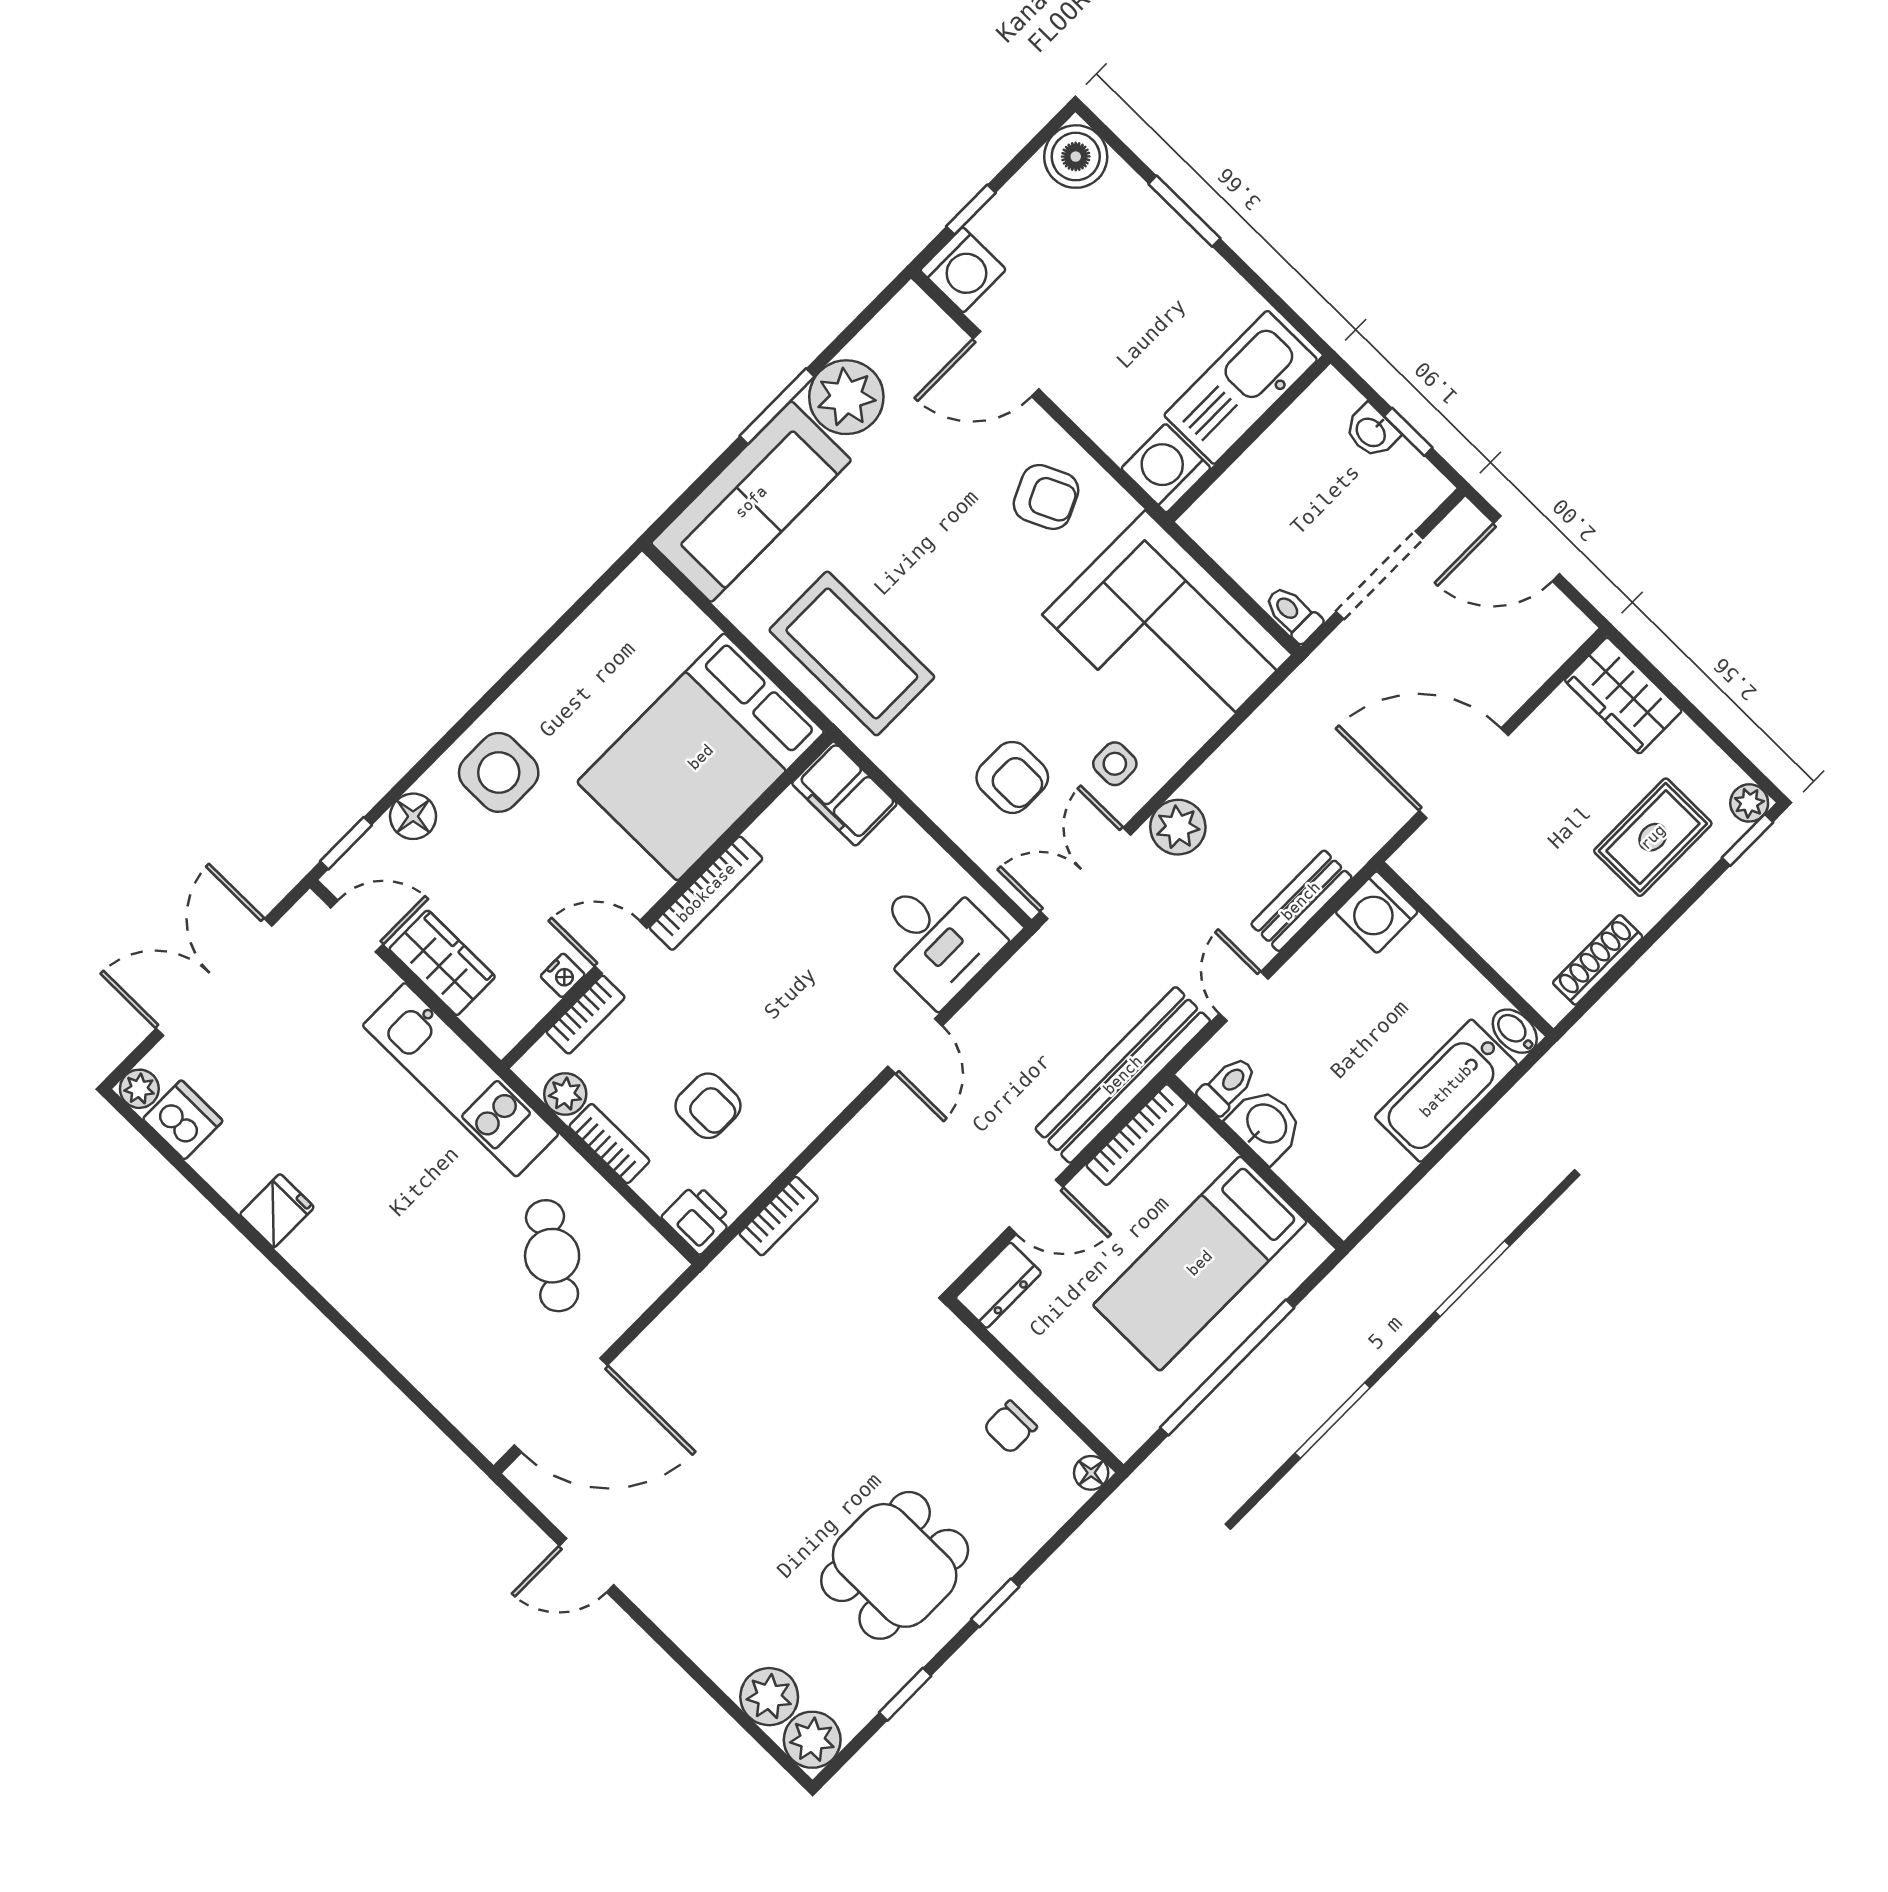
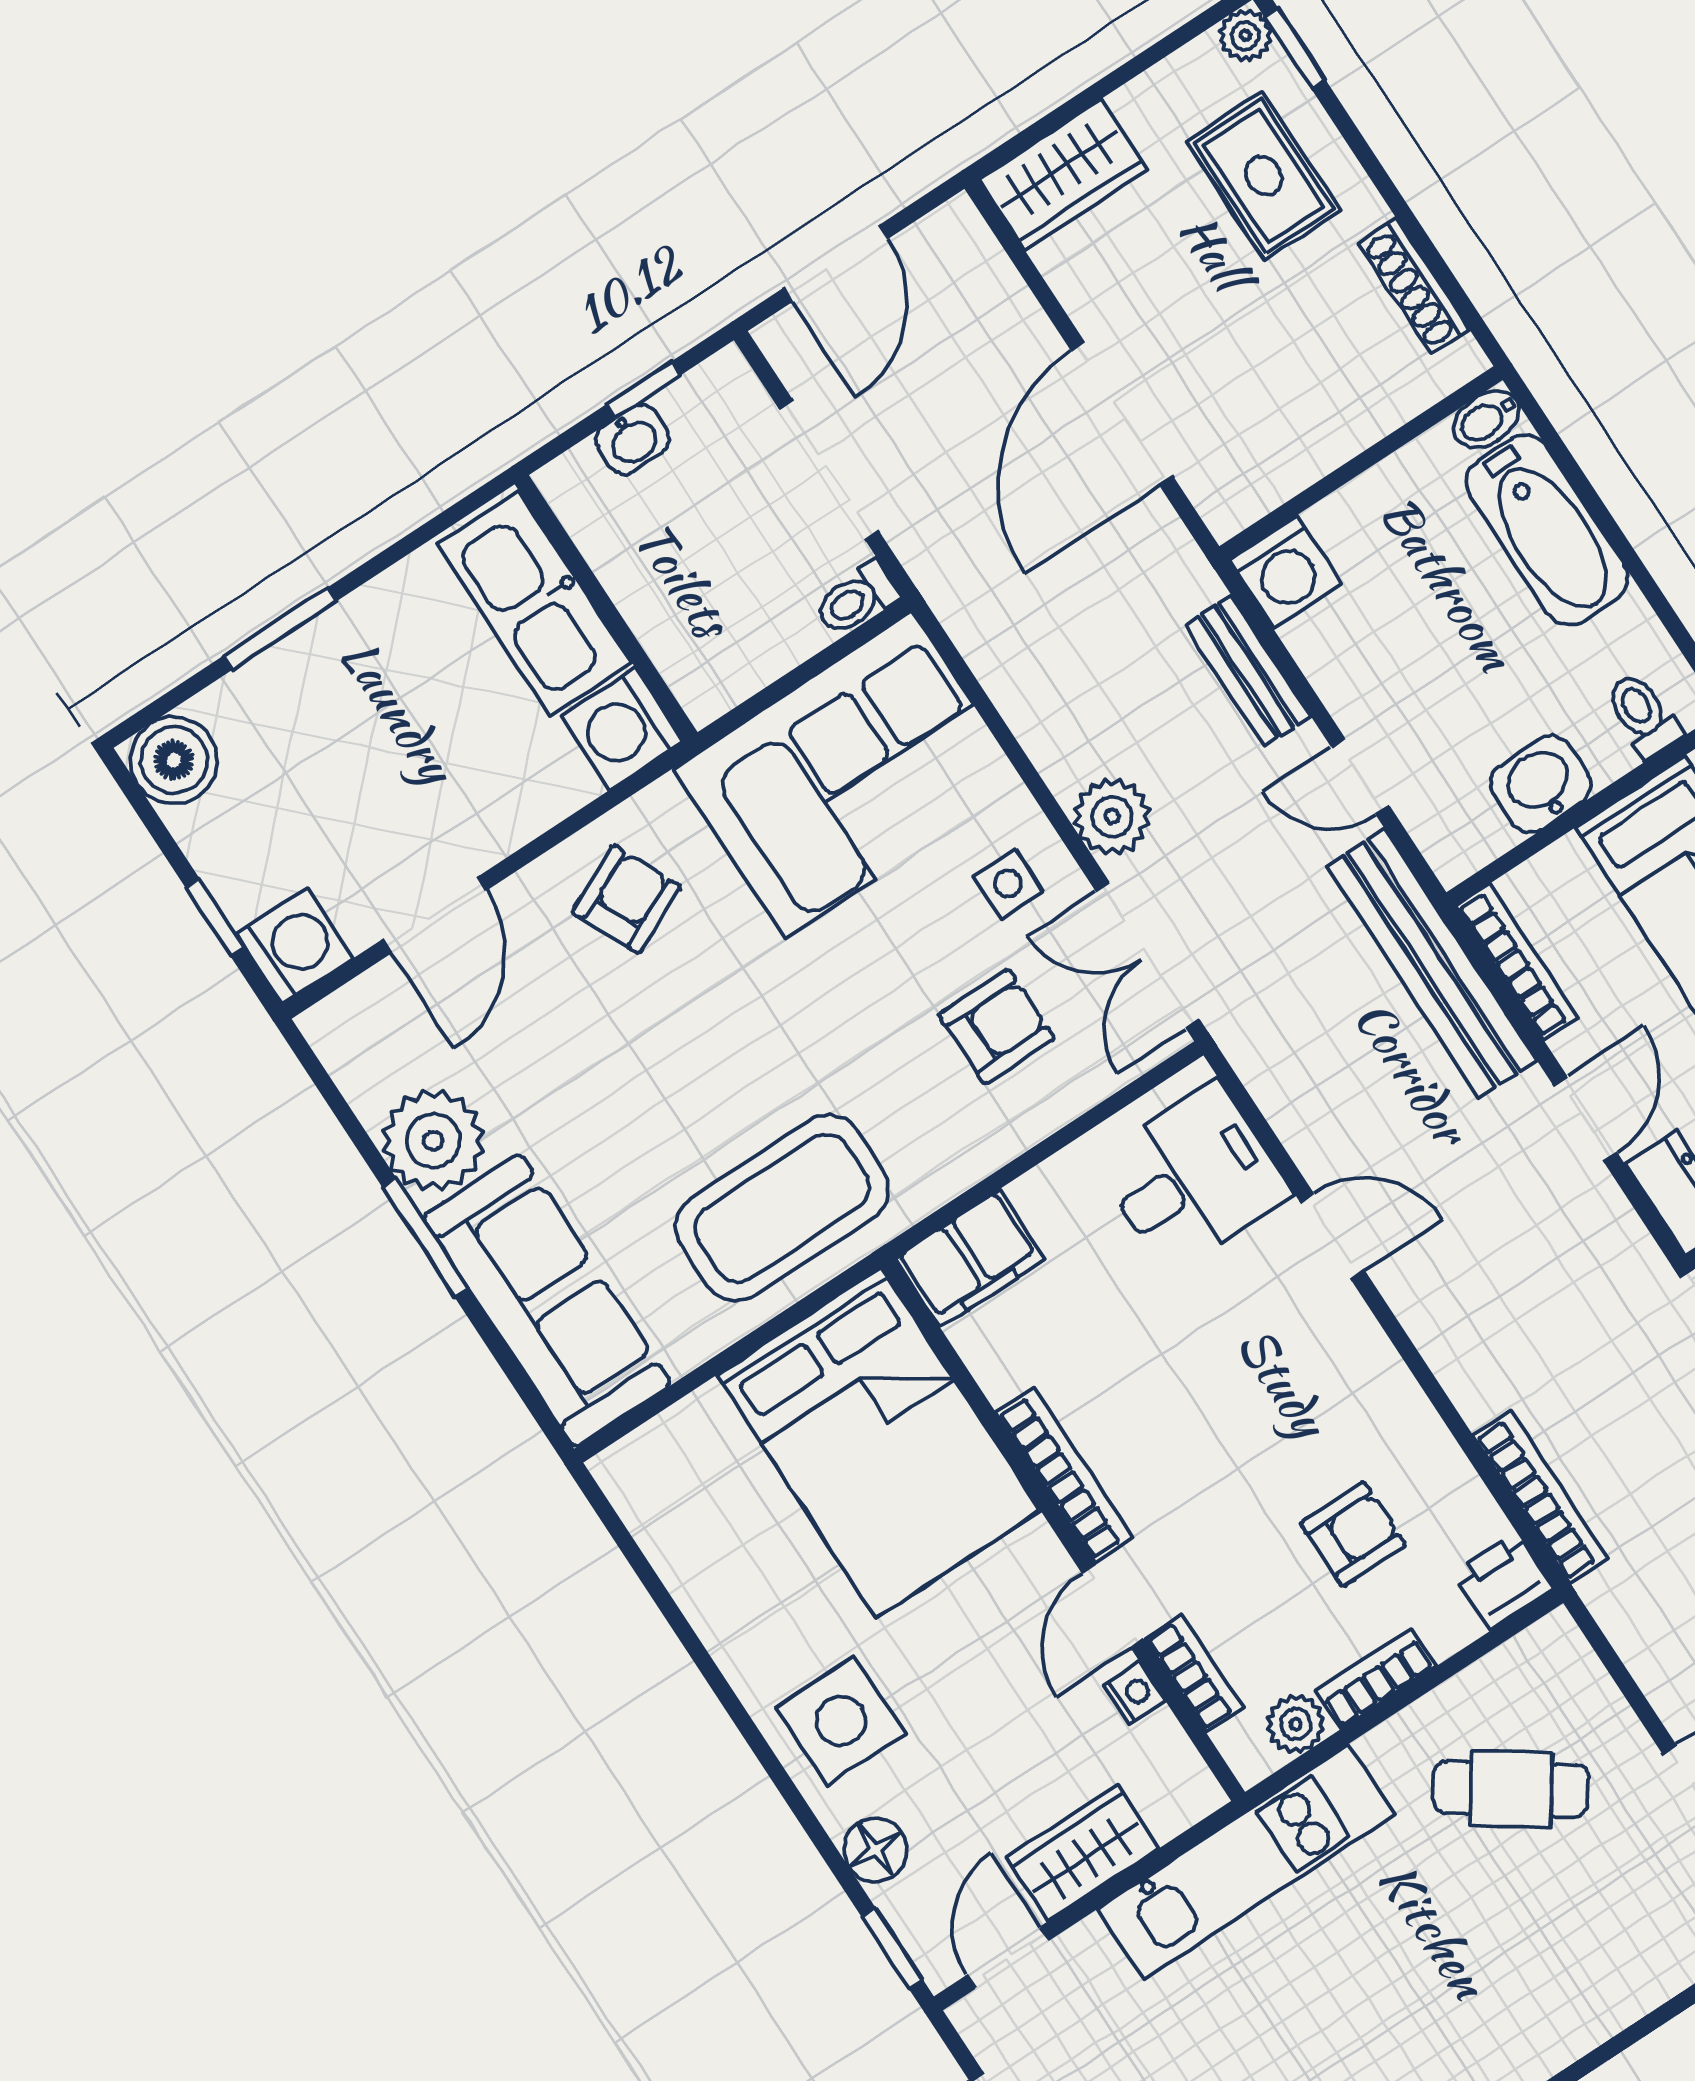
toilet: (1228, 1085) -> (1643, 715), moved
bookcase: (779, 1216) -> (1541, 1497), width x1.56

